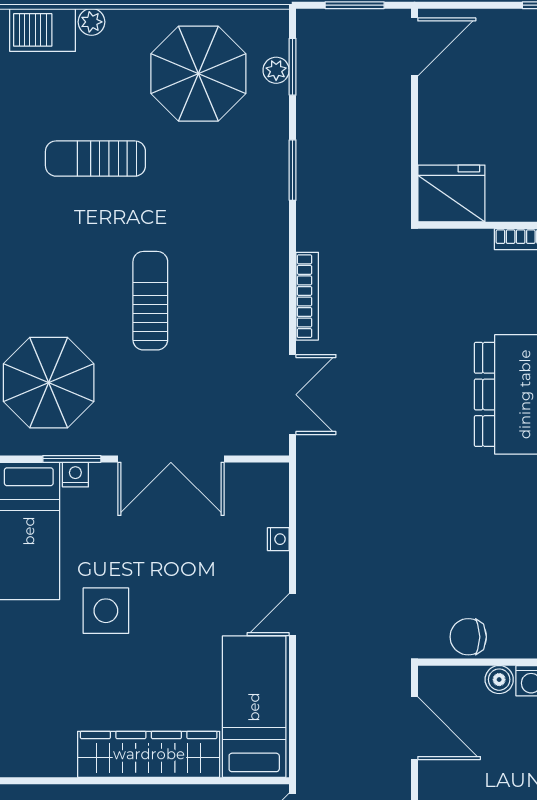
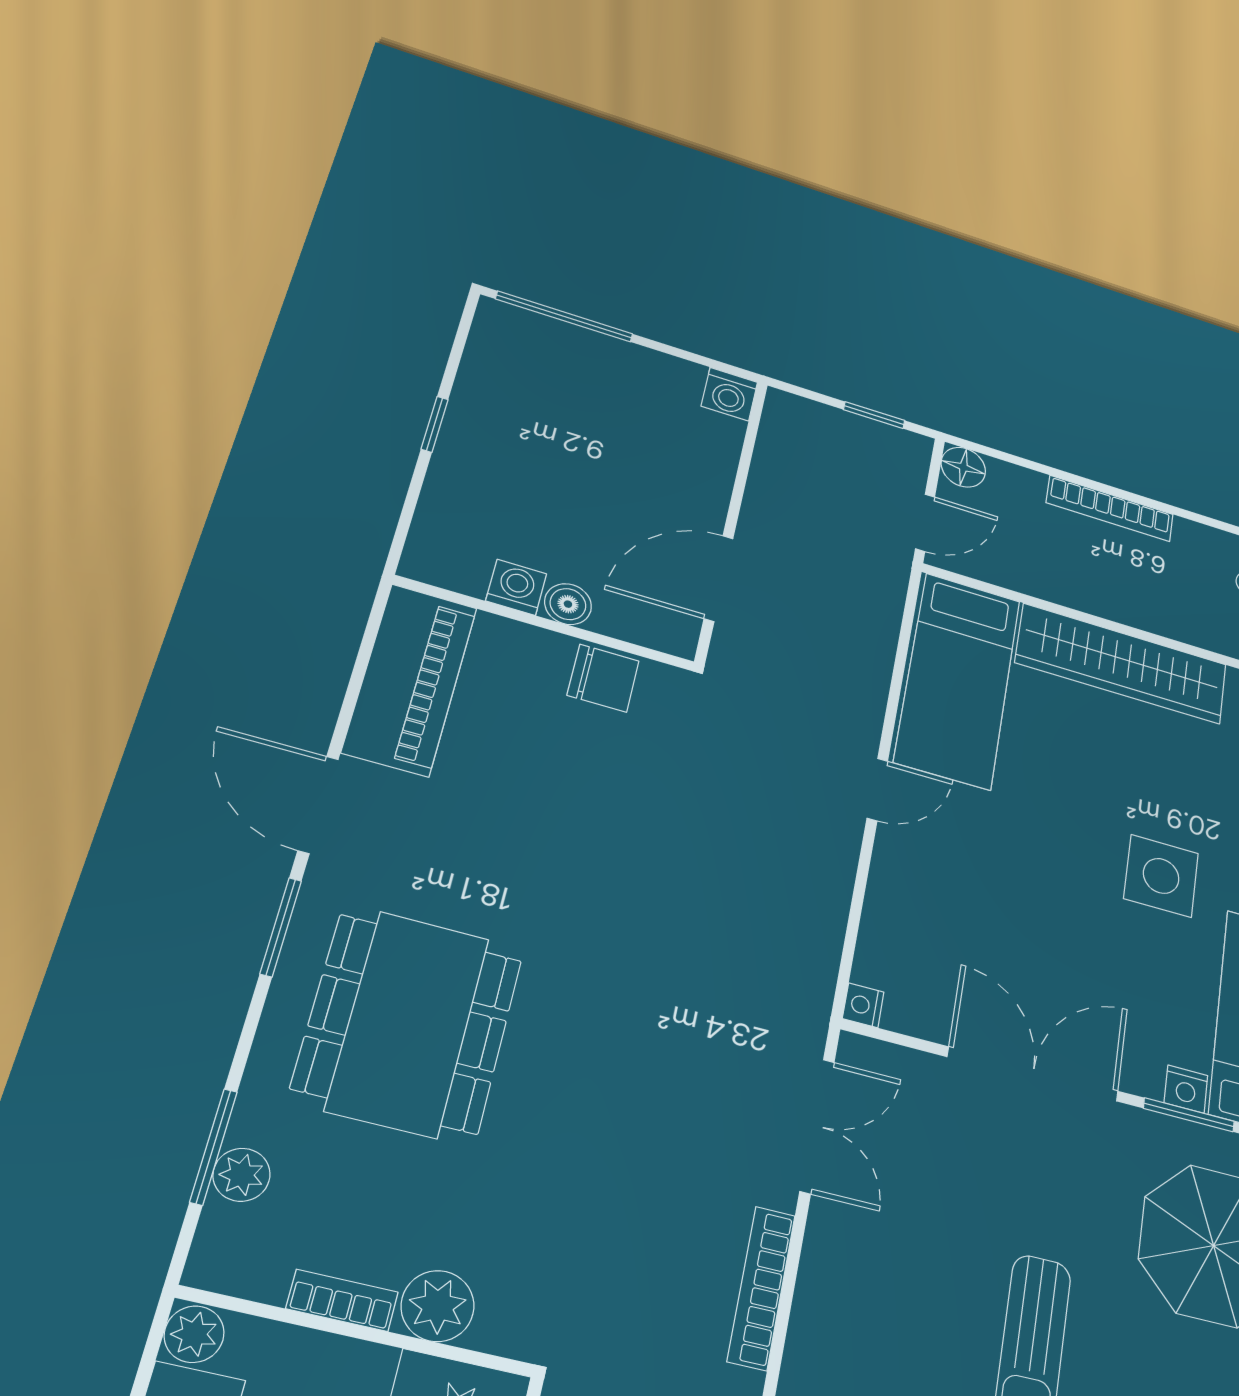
plant: (473, 247) -> (438, 1306), added
double door: (293, 395) -> (817, 1126), swing flipped
nightstand: (278, 539) -> (863, 1005), moved
door: (414, 728) -> (719, 578), hinge flipped

